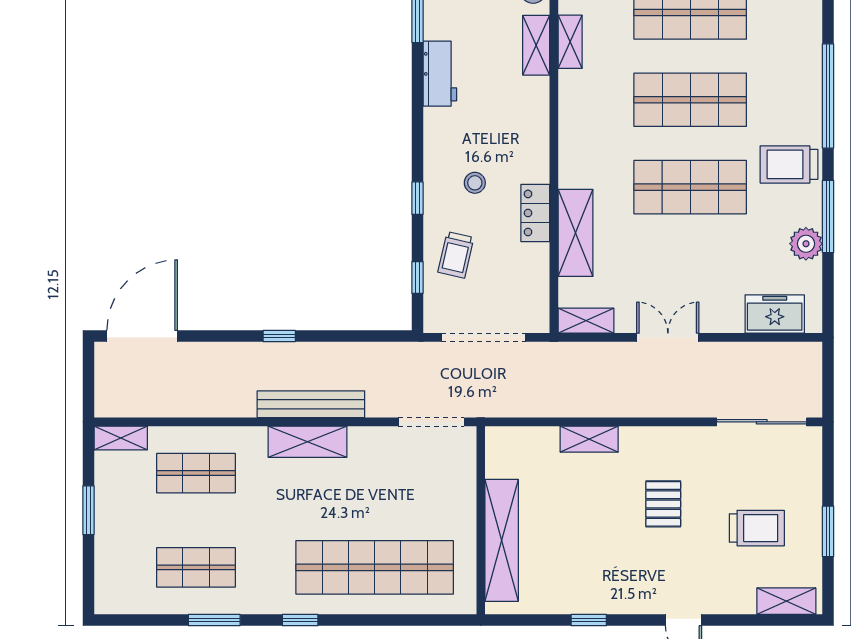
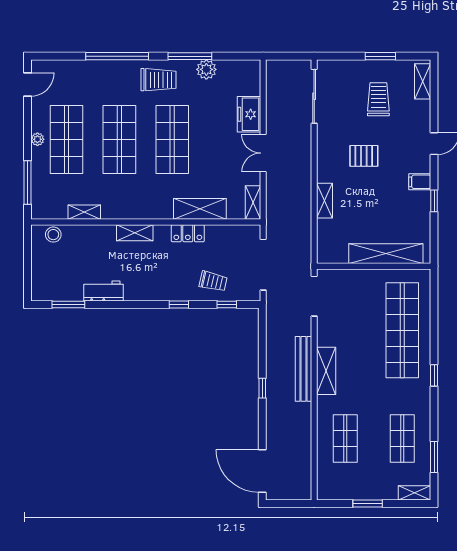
shelving: (536, 45) -> (135, 233), moved
trolley: (789, 164) -> (158, 80), turned -90
stool: (475, 183) -> (170, 270), removed
freezer: (775, 314) -> (249, 114), moved
shelving: (121, 438) -> (415, 493), moved, turned 90
filing cabinet: (620, 596) -> (420, 182), added
window: (214, 620) -> (434, 457), moved

